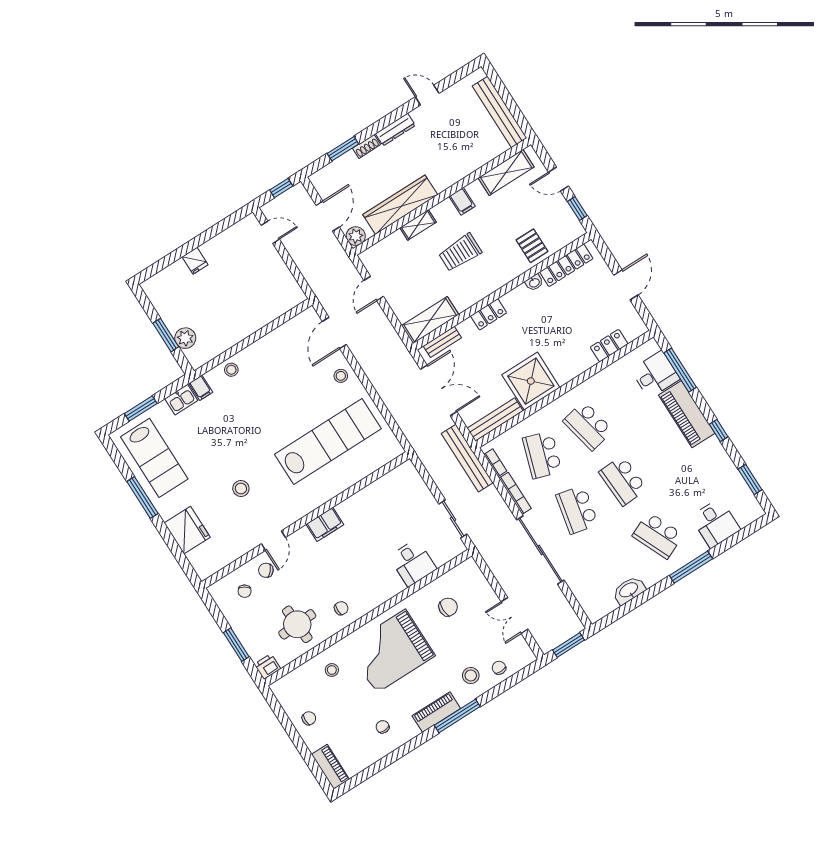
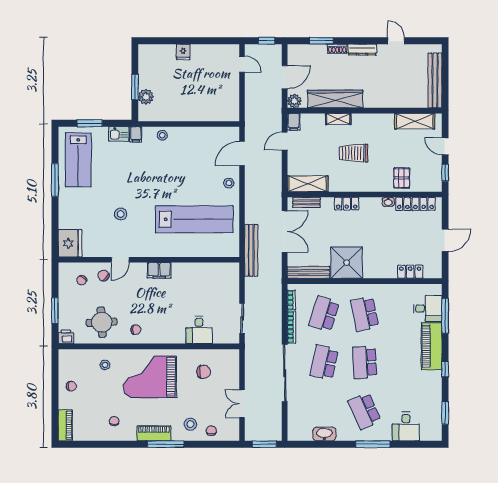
filing cabinet: (462, 201) -> (294, 122), moved
bench: (467, 458) -> (251, 250), moved
fridge: (187, 530) -> (70, 243), moved

